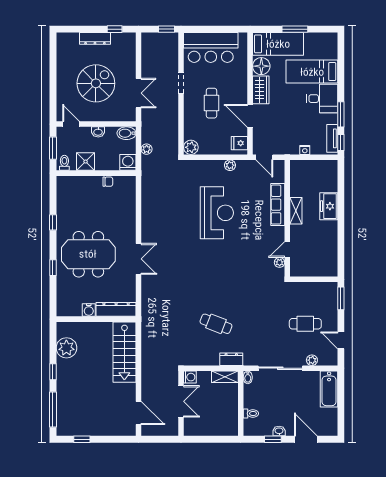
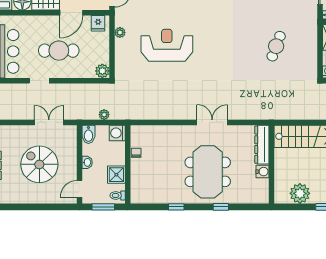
cafe table: (212, 103) -> (59, 51), width x1.37, depth x1.35
dresser: (231, 359) -> (311, 31), removed

